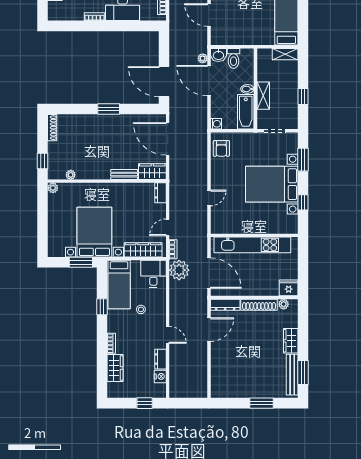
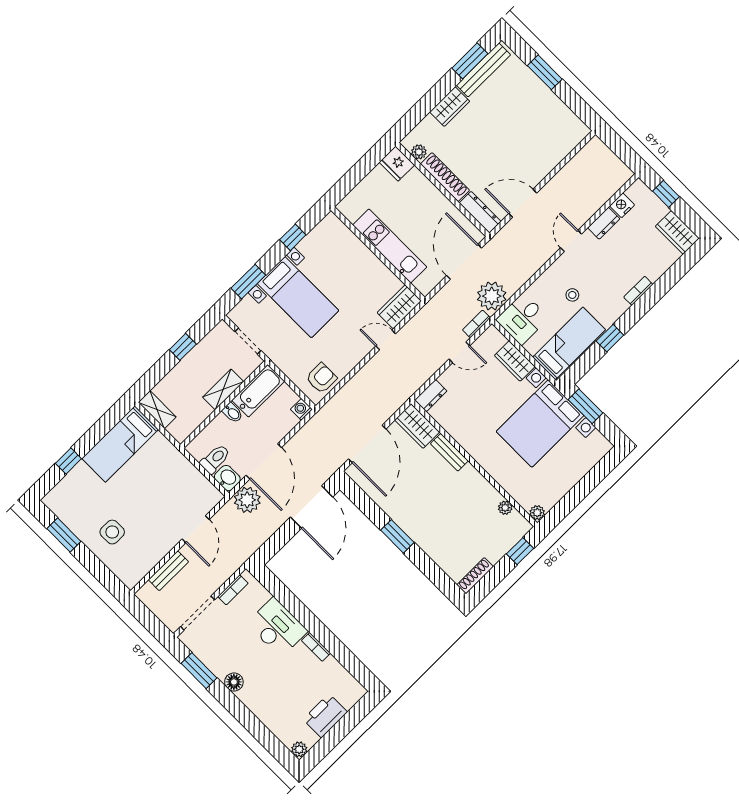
plant: (203, 58) -> (247, 500), width x1.88, depth x1.88
bed with nightstands: (272, 184) -> (298, 297), width x0.73
wardrobe: (218, 220) -> (399, 307), added
kitchen unit: (252, 245) -> (390, 246), width x0.73
wardrobe: (143, 250) -> (515, 361), width x0.67
wardrobe: (115, 368) -> (677, 232), moved, turned -90

